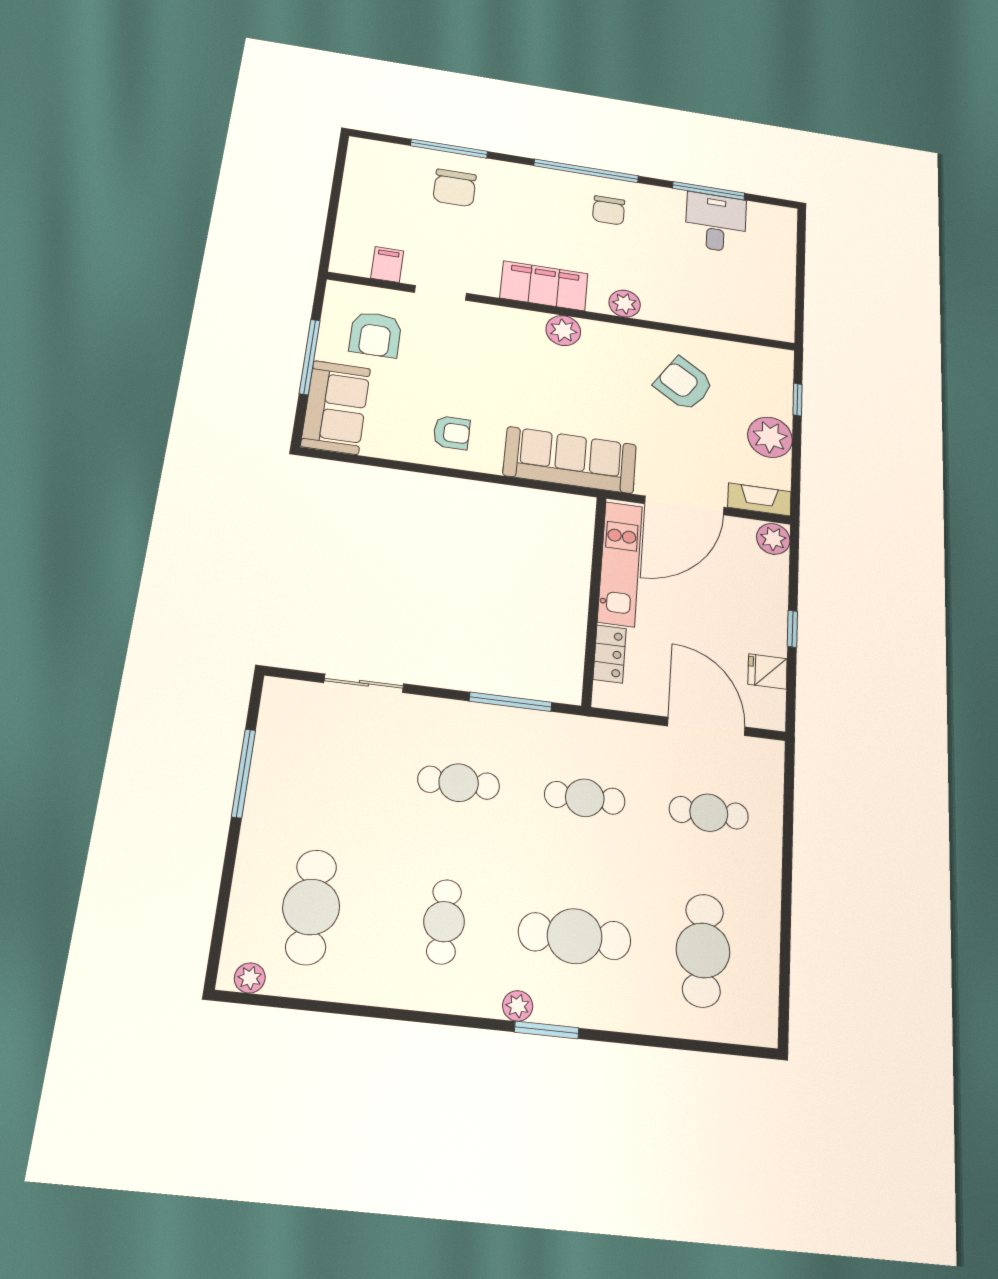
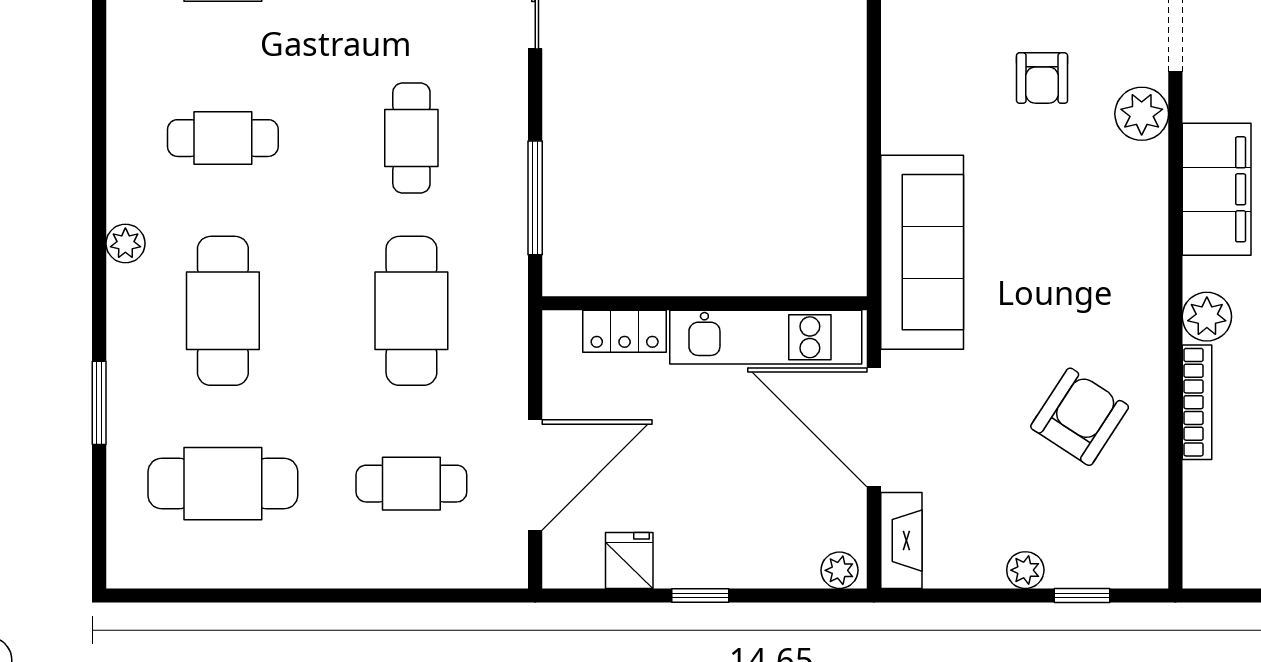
bookcase: (678, 317) -> (1197, 402), added
plant: (563, 331) -> (1142, 114), moved
armchair: (452, 433) -> (1042, 78), moved
plant: (770, 437) -> (1025, 570), width x0.53, depth x0.53
plant: (773, 539) -> (840, 570), width x0.73, depth x0.73
cafe table: (585, 798) -> (411, 311), width x1.37, depth x1.35
cafe table: (709, 813) -> (411, 484), turned 90
window: (547, 1030) -> (99, 403), moved

